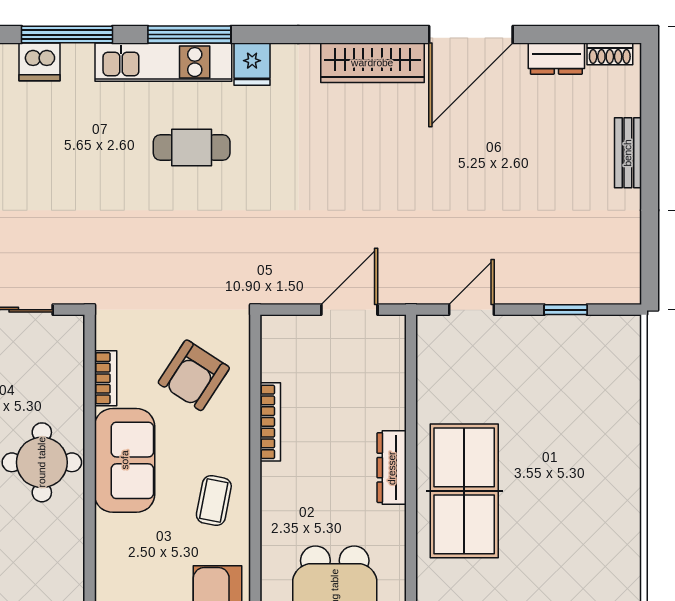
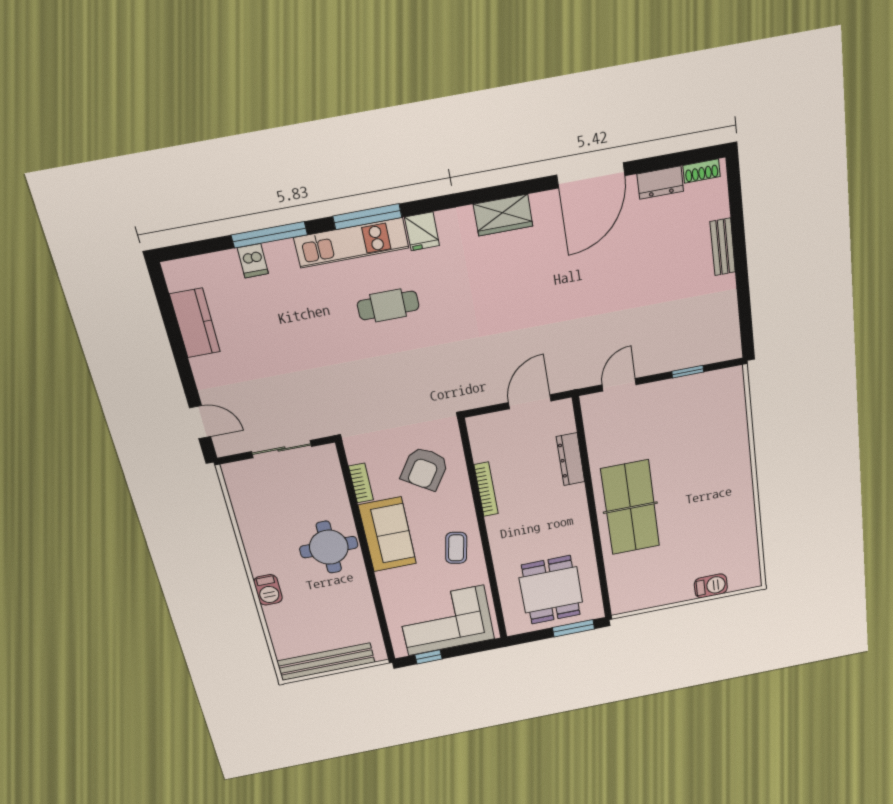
dishwasher: (40, 62) -> (253, 261), width x0.73
wardrobe: (372, 63) -> (503, 215), width x0.67
dresser: (392, 468) -> (571, 459), moved

